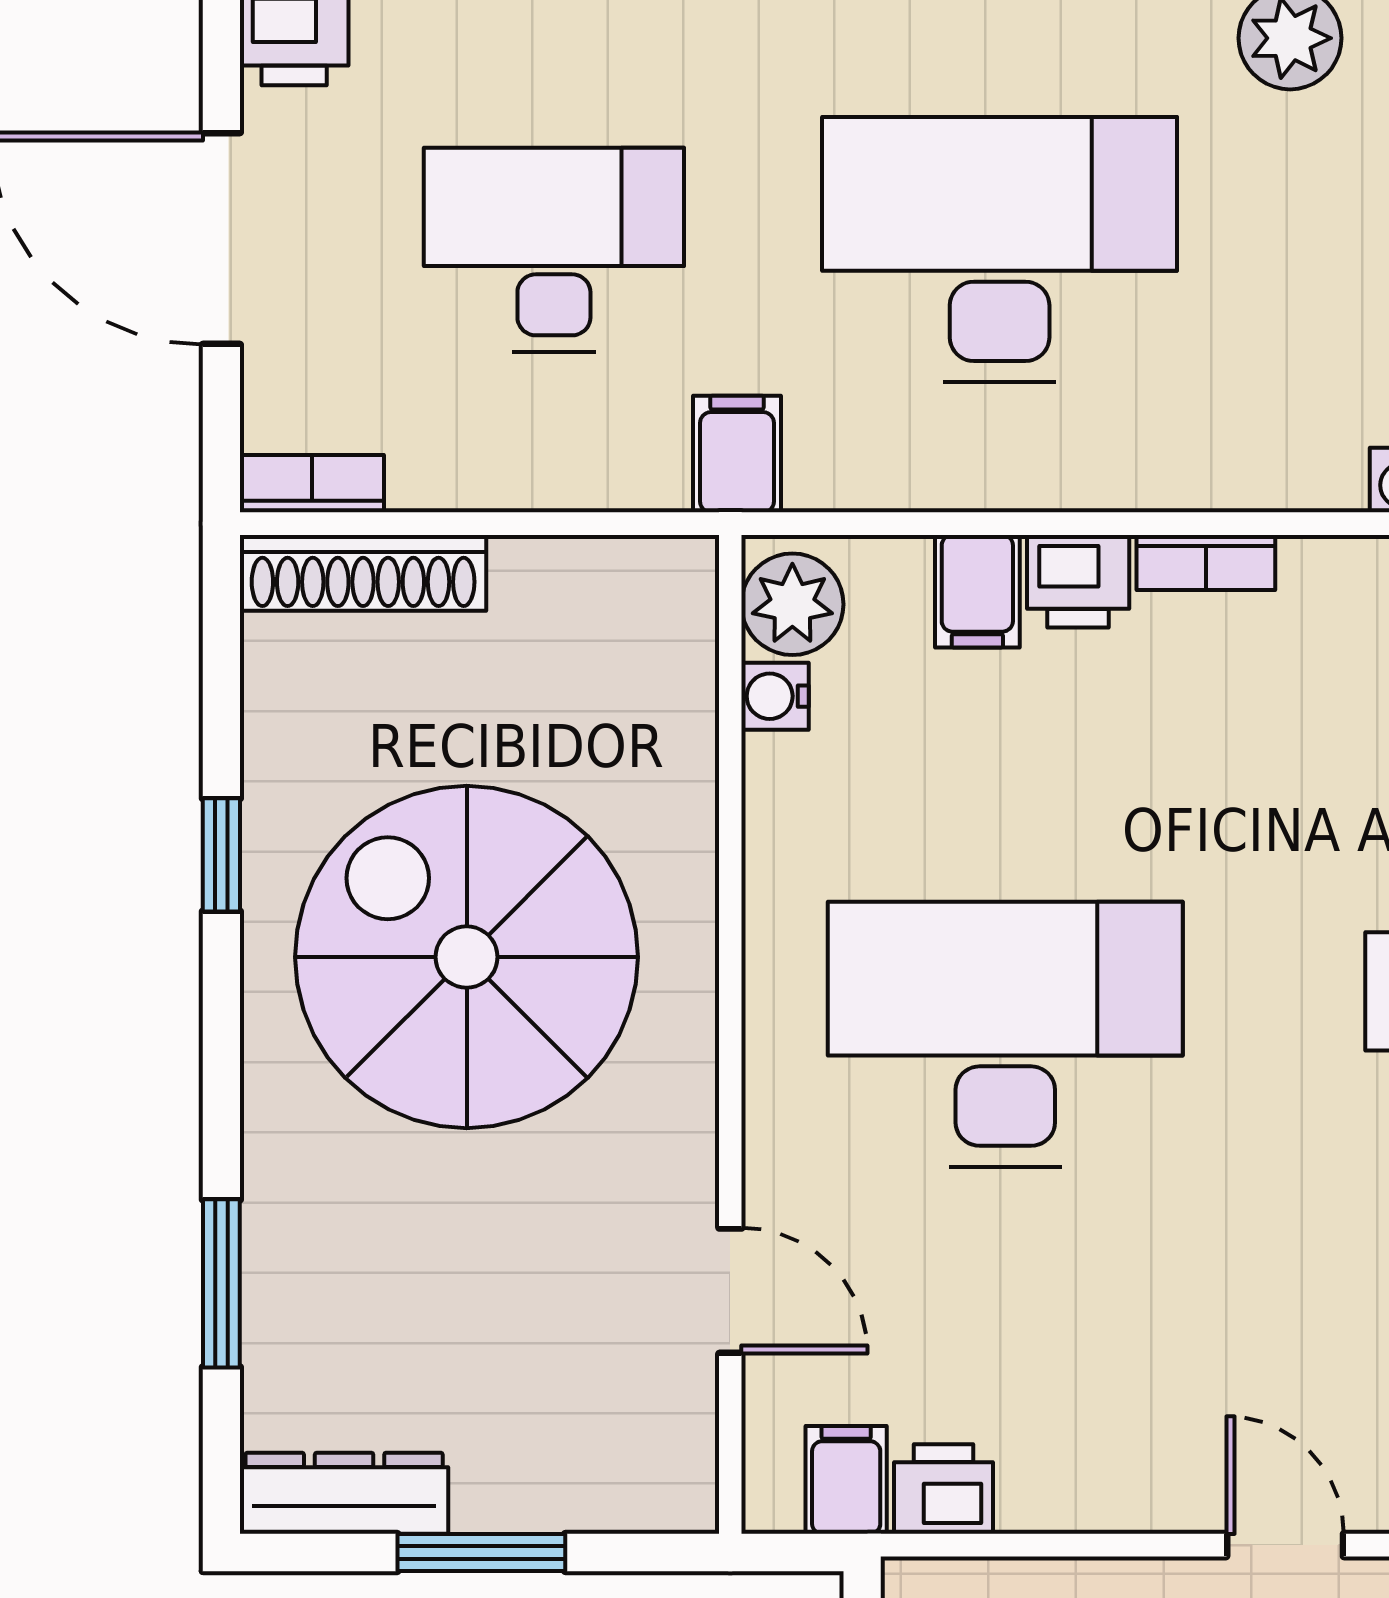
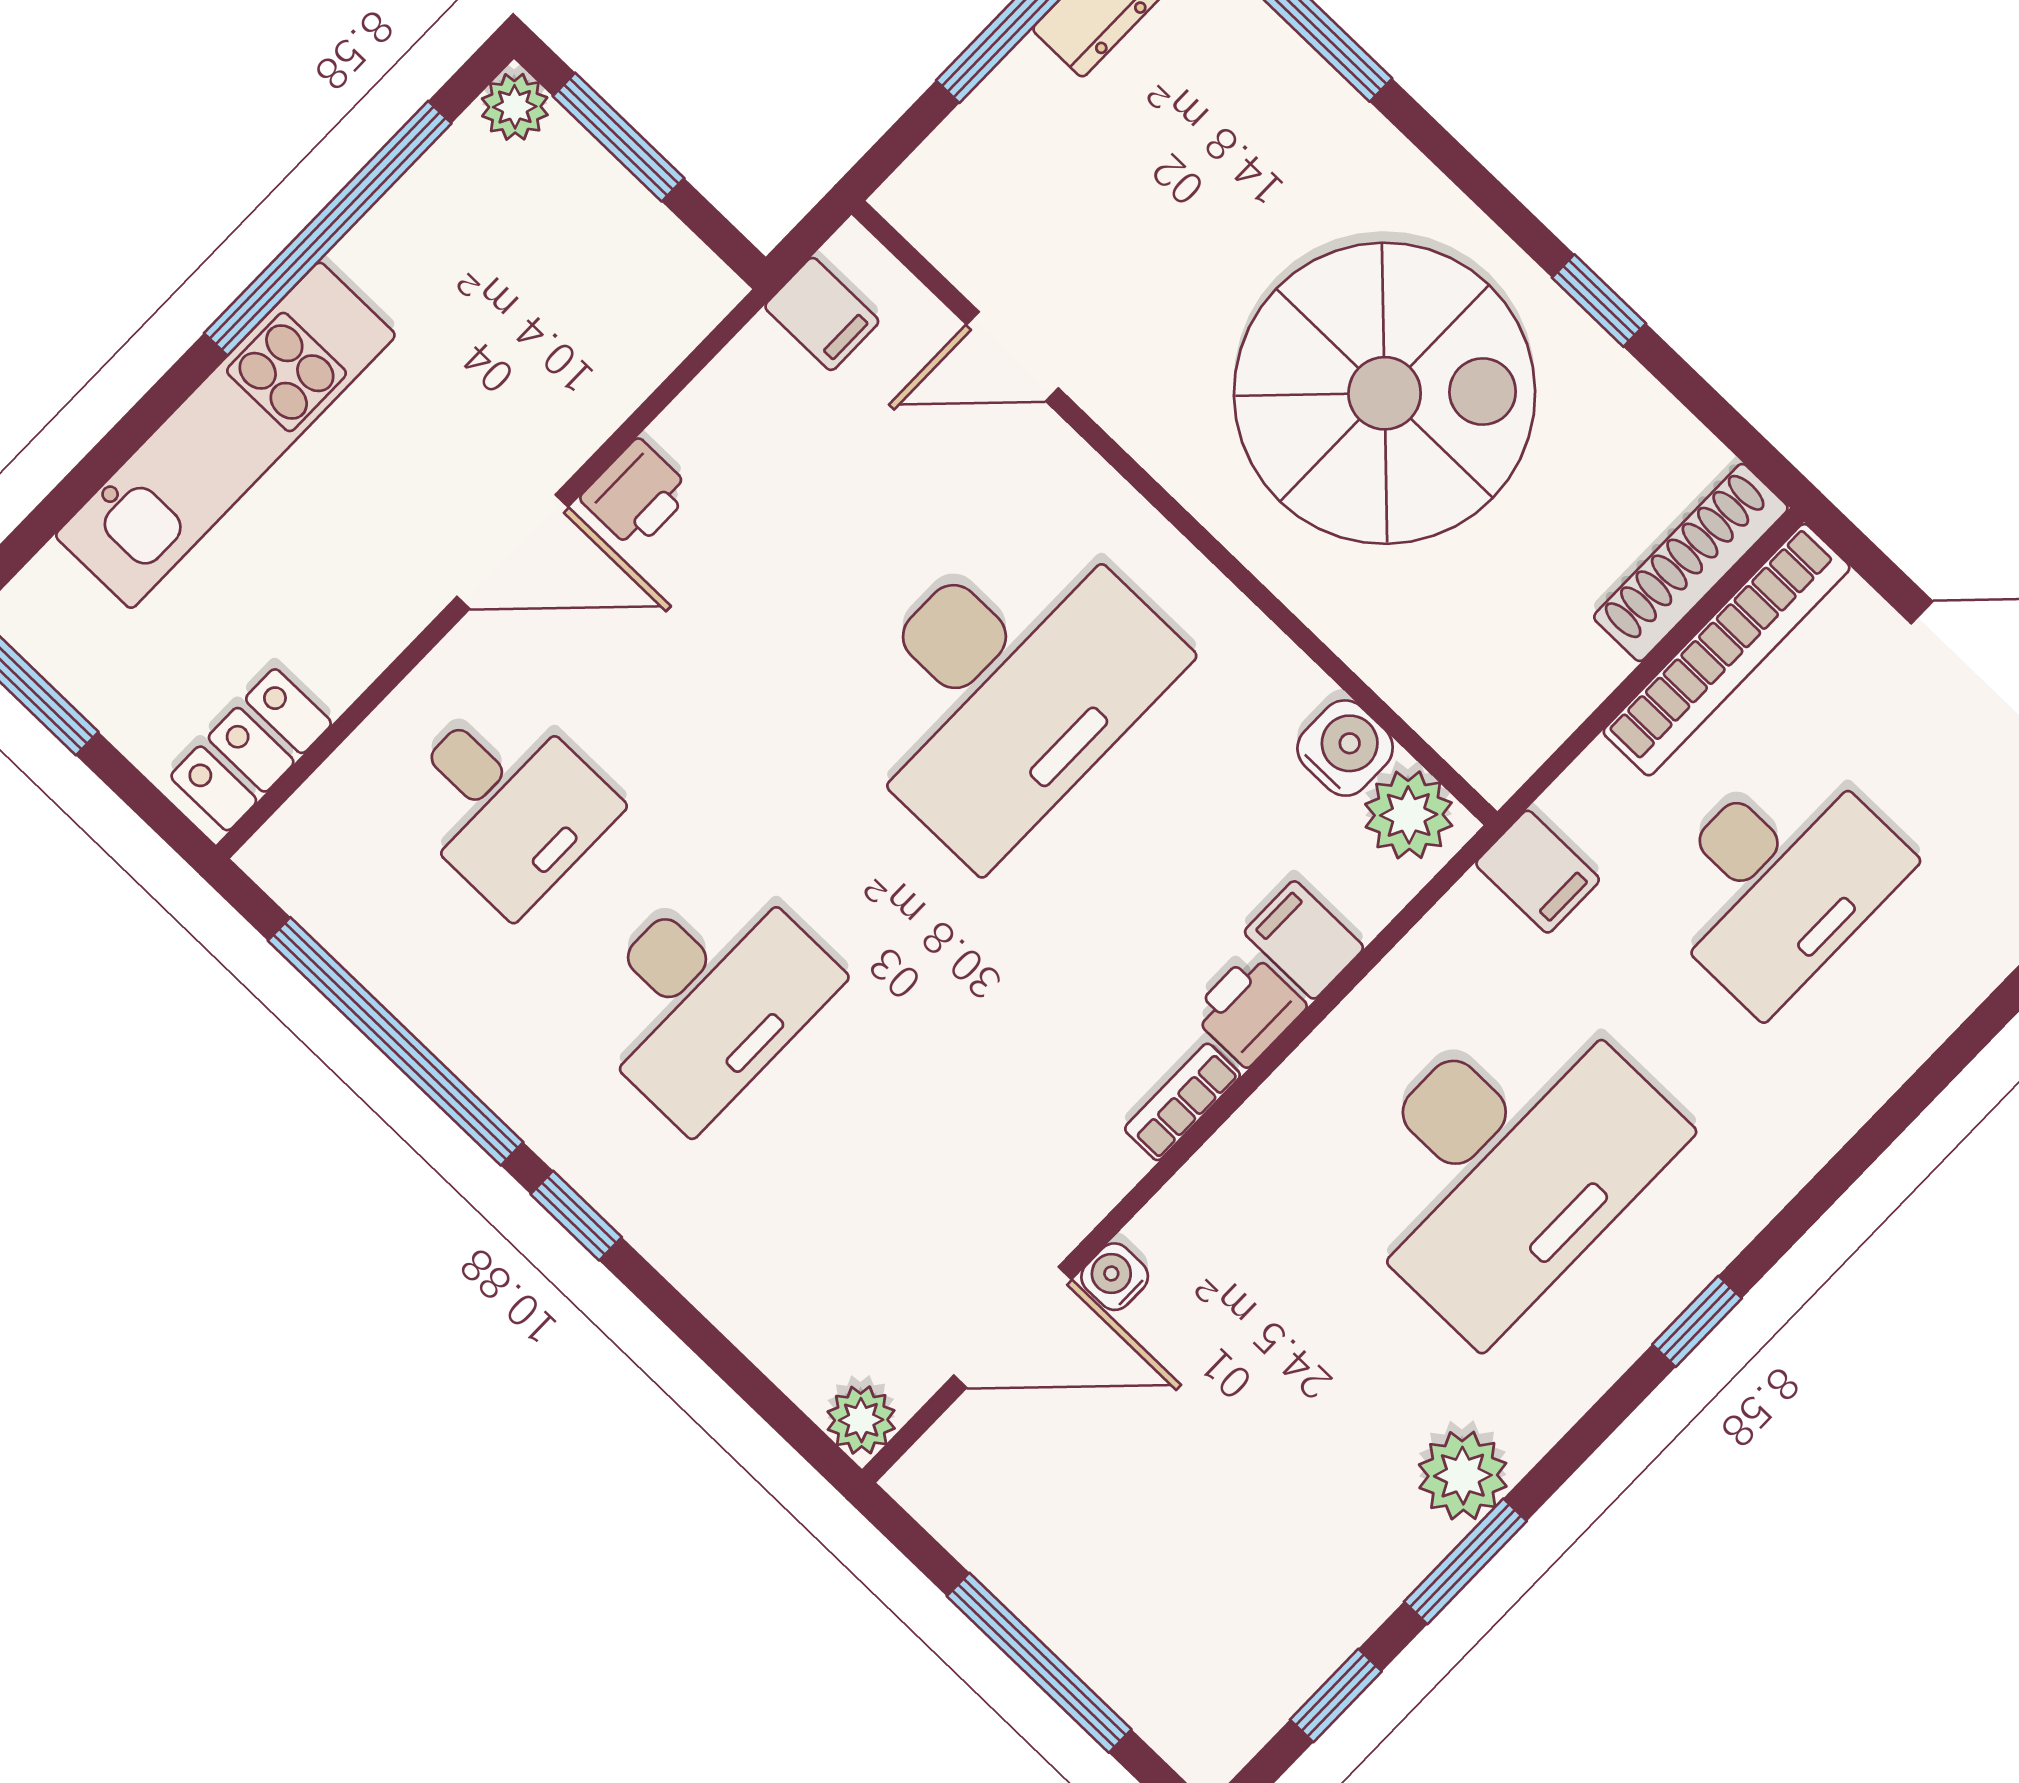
bookcase: (312, 484) -> (1727, 650), width x2.31, depth x1.31
water cooler: (775, 696) -> (1345, 748), width x1.38, depth x1.38
printer: (944, 1489) -> (636, 495), moved
door: (1285, 1545) -> (513, 552), width x1.38

